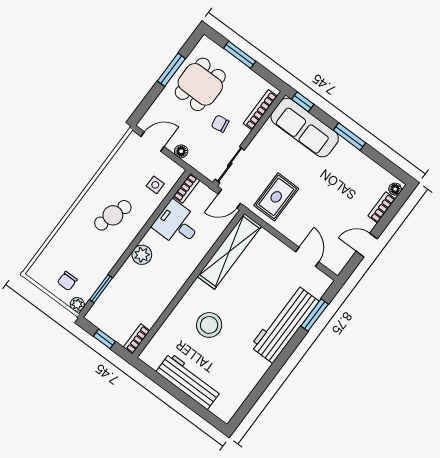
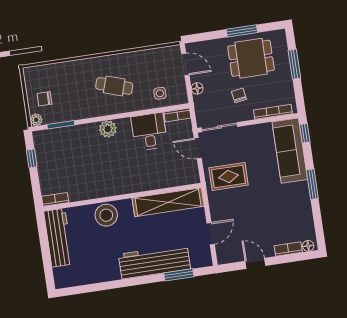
shelving: (229, 251) -> (168, 202), moved
wall: (188, 284) -> (122, 197), moved
bookcase: (137, 339) -> (55, 199), moved

